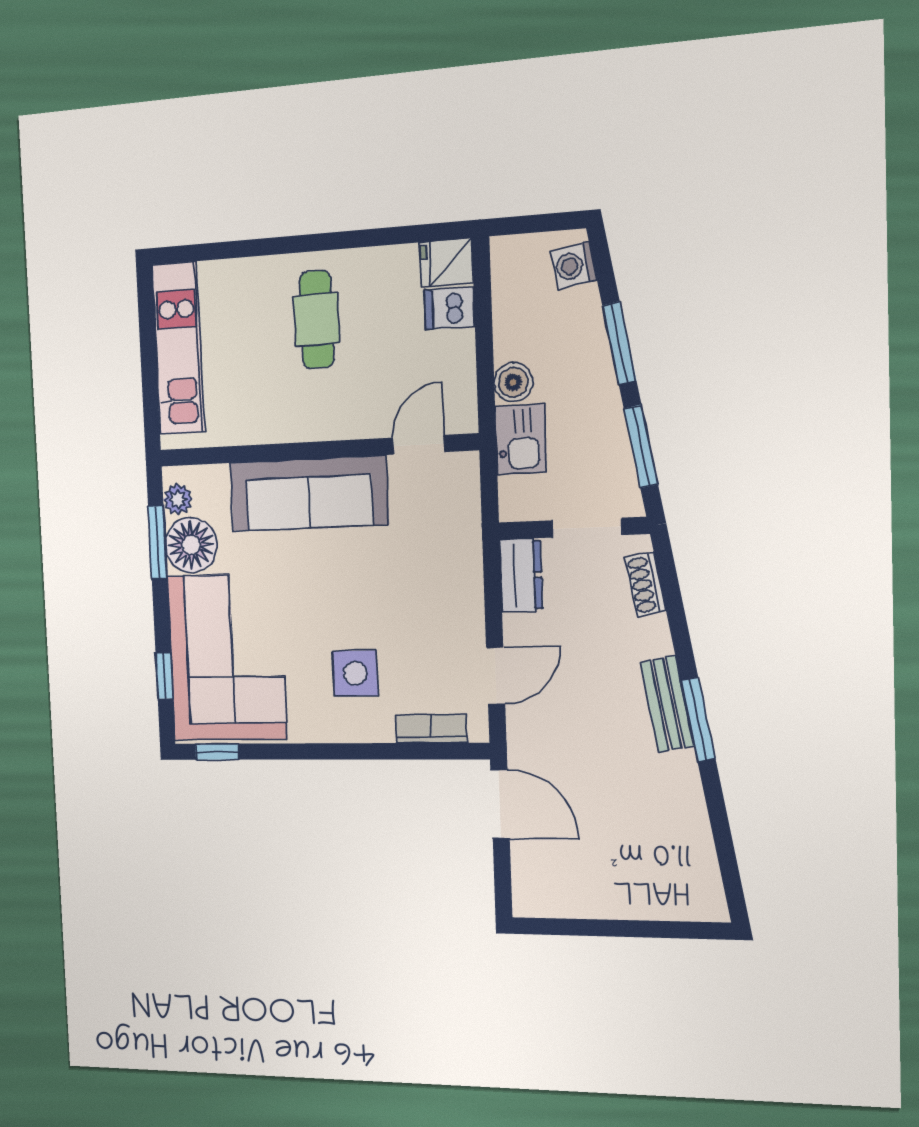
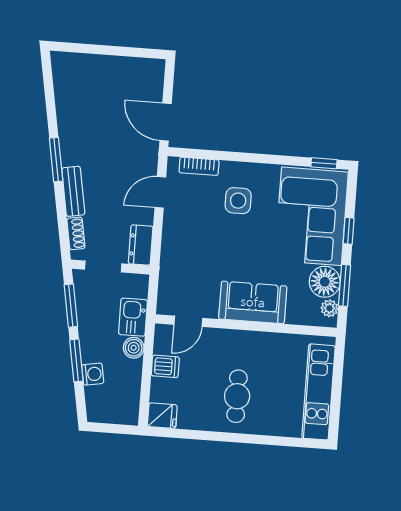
washing machine: (573, 265) -> (93, 374), moved
dishwasher: (450, 308) -> (165, 366), moved
sofa: (309, 493) -> (253, 302), width x0.73
window: (164, 676) -> (349, 231), moved
bench: (667, 704) -> (73, 191), moved

